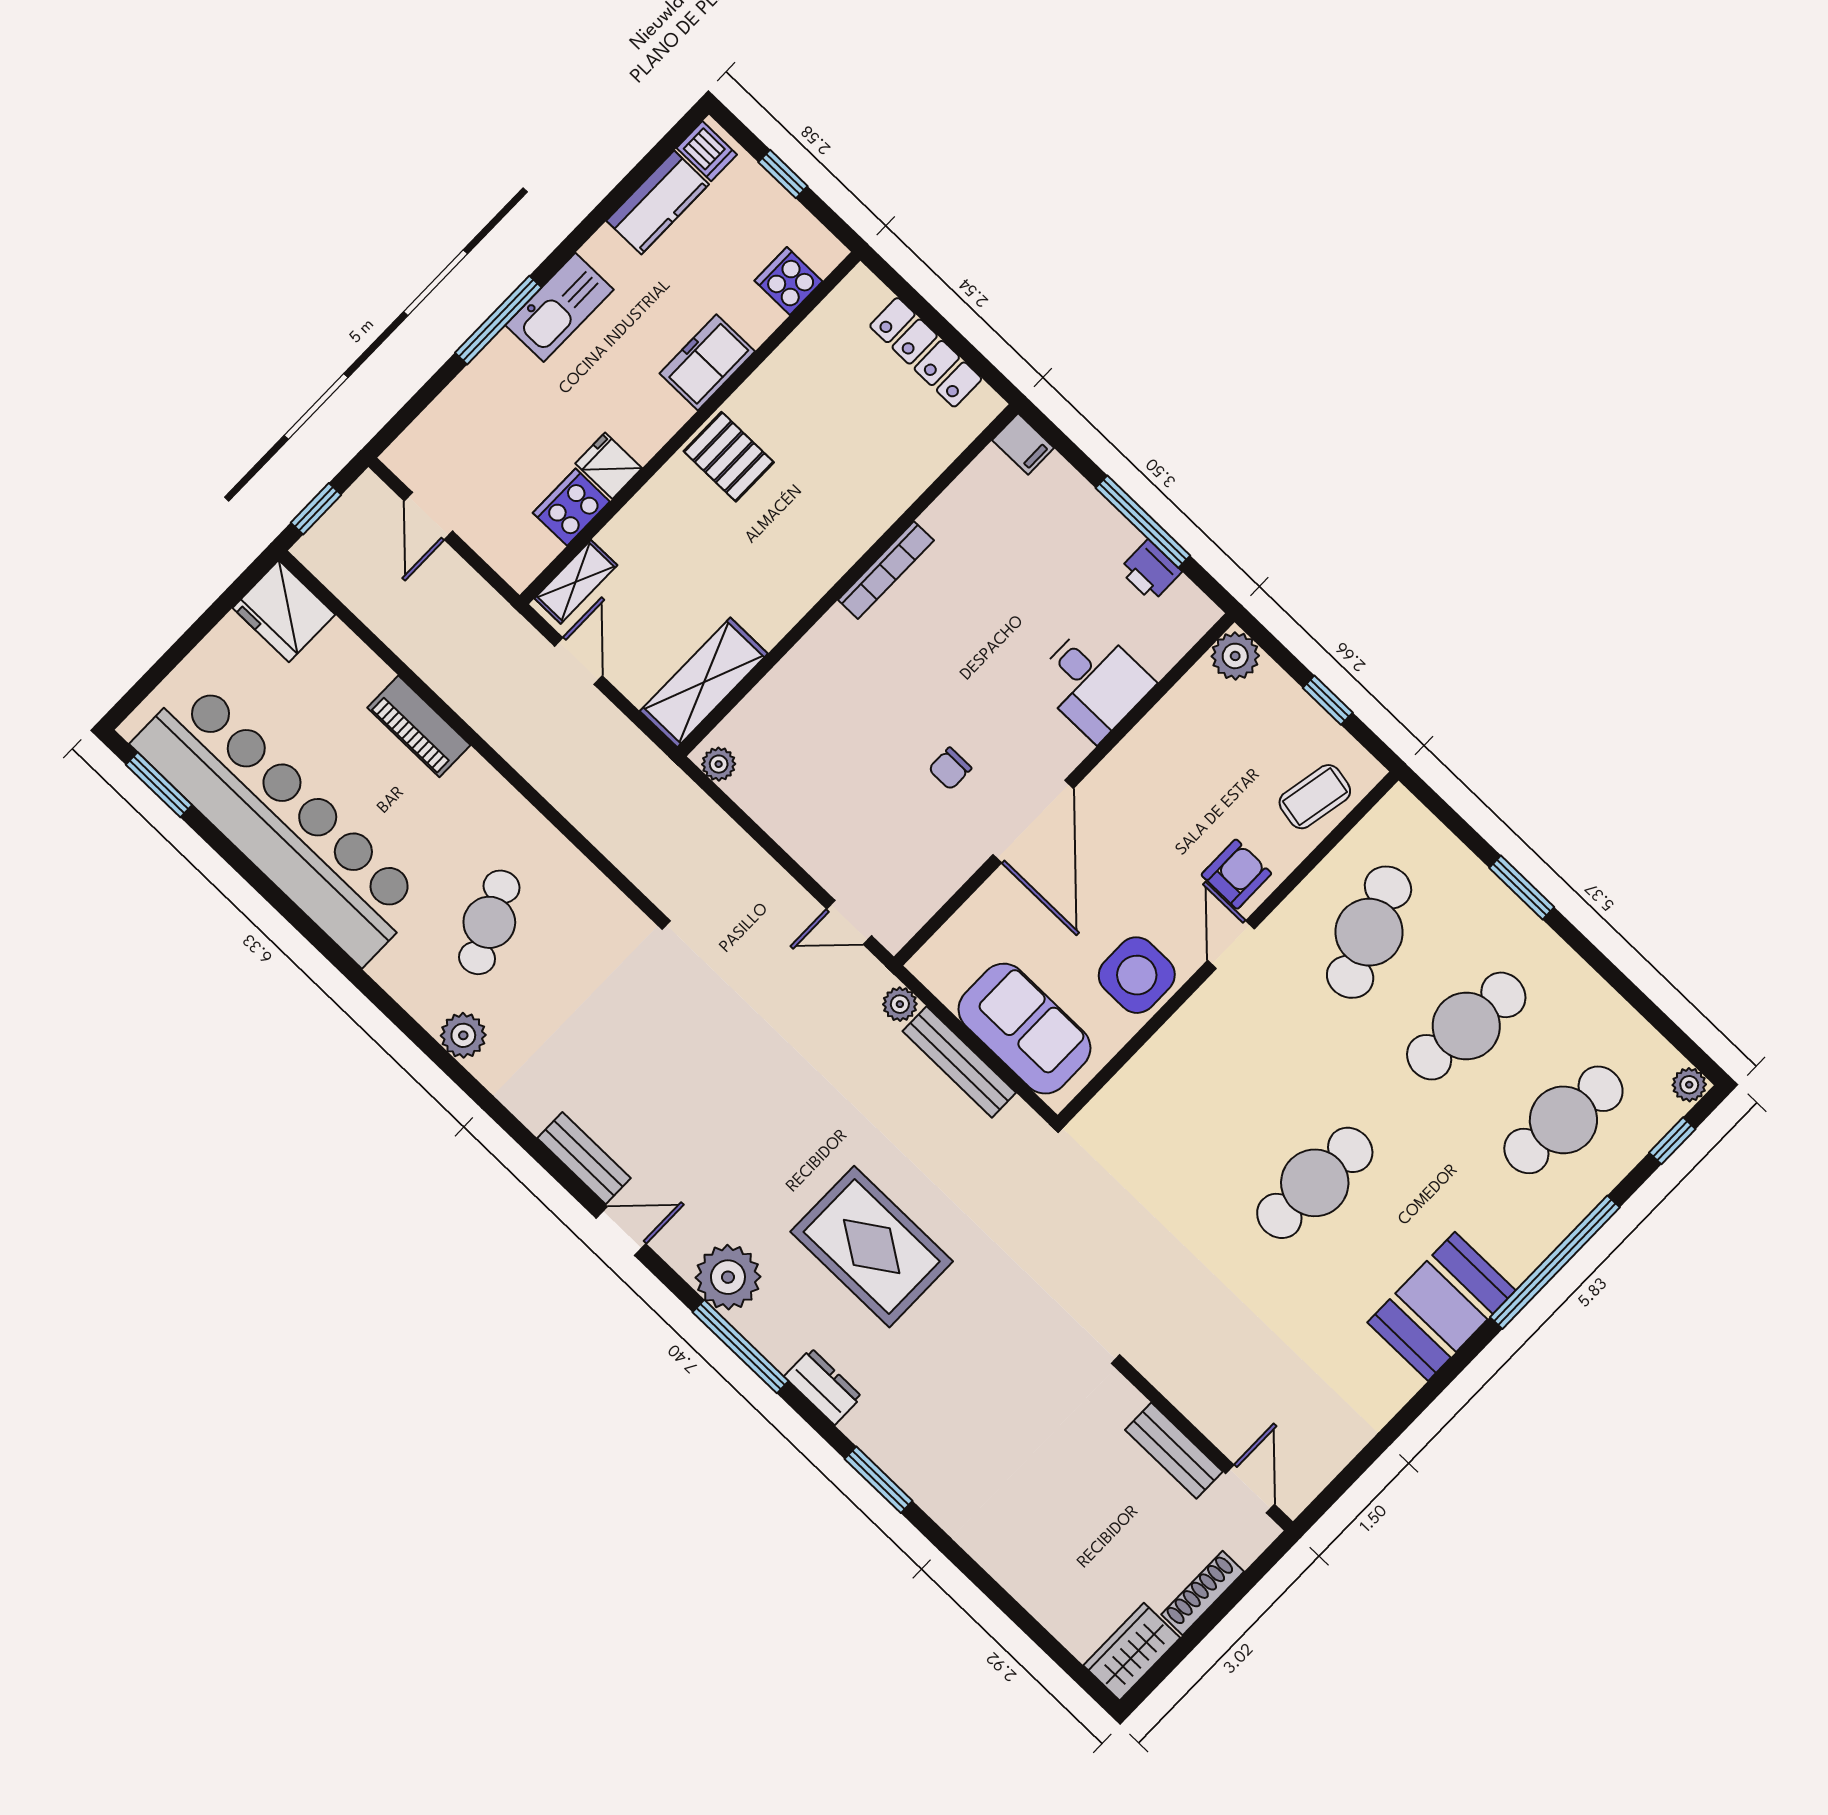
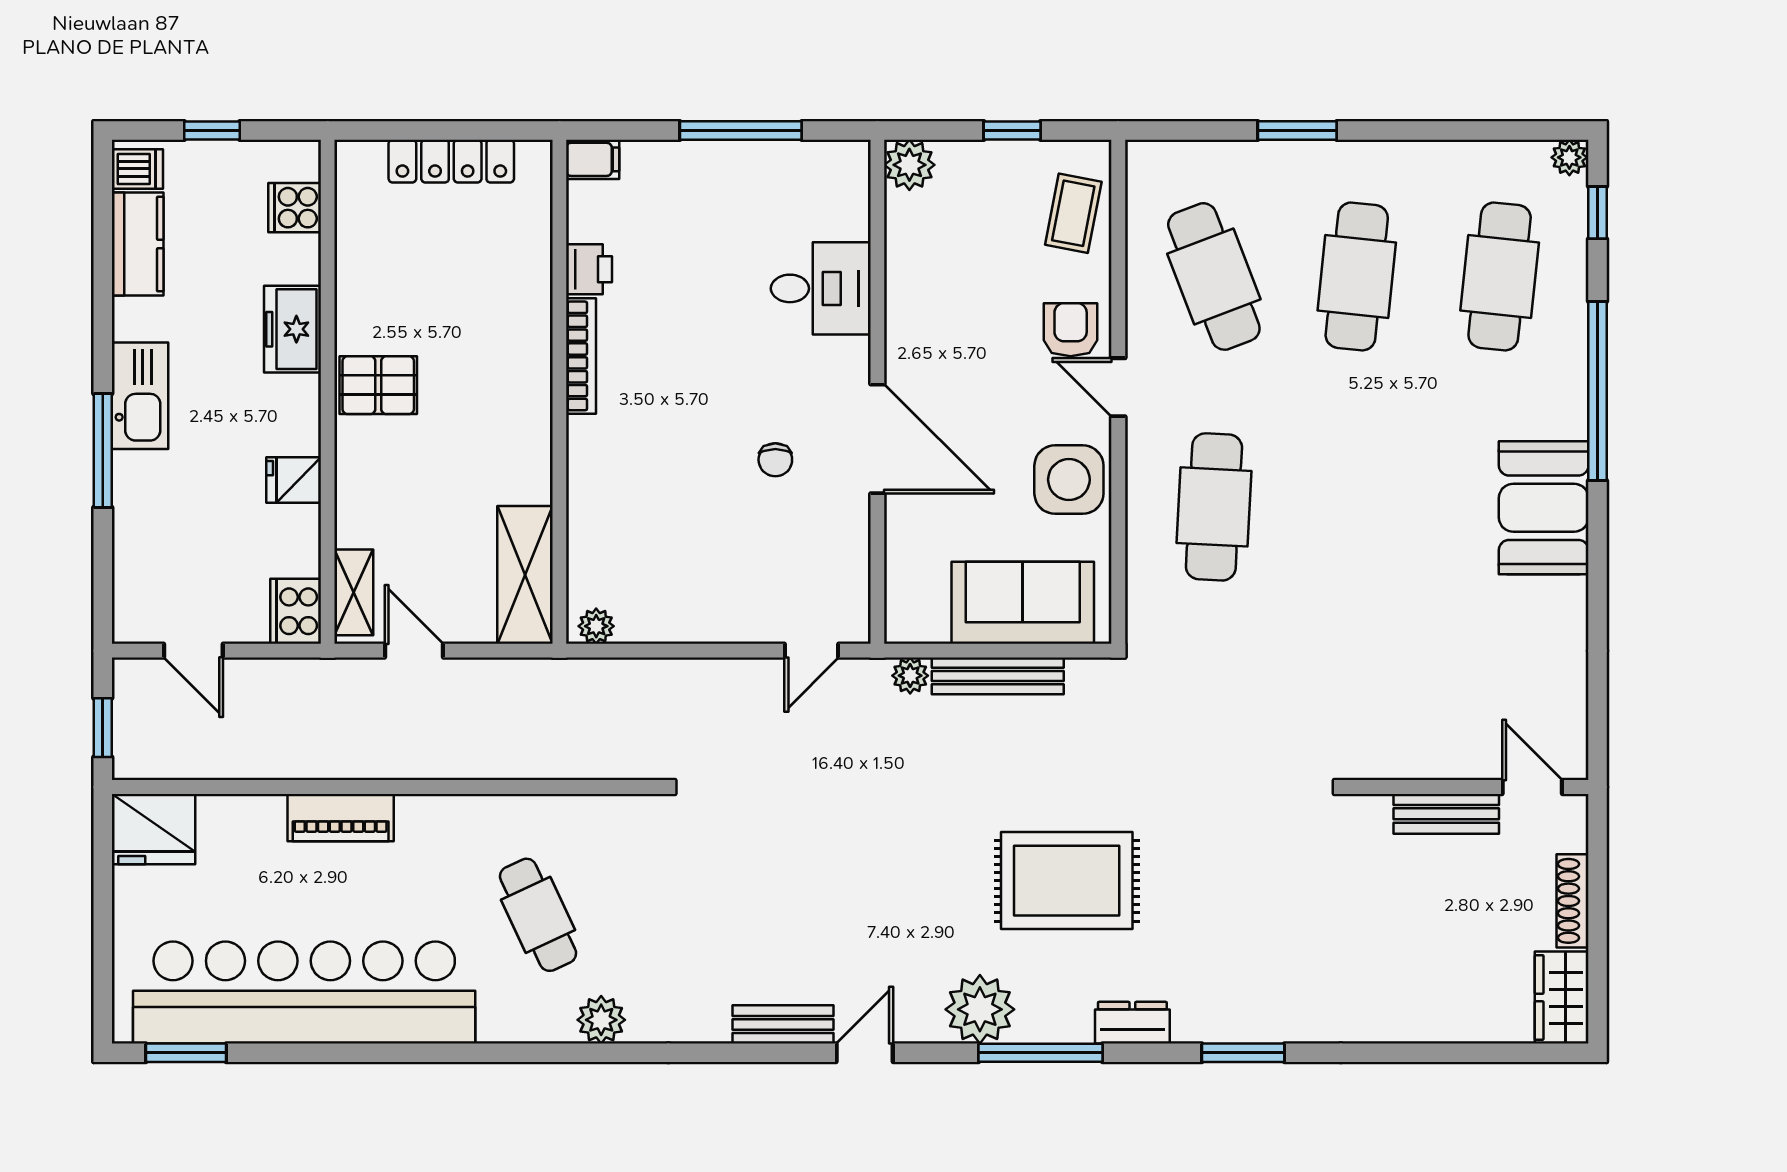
cooker: (571, 507) -> (296, 611), moved
printer: (1150, 571) -> (589, 269), moved, turned -90
cafe table: (1315, 1183) -> (1214, 507), moved

